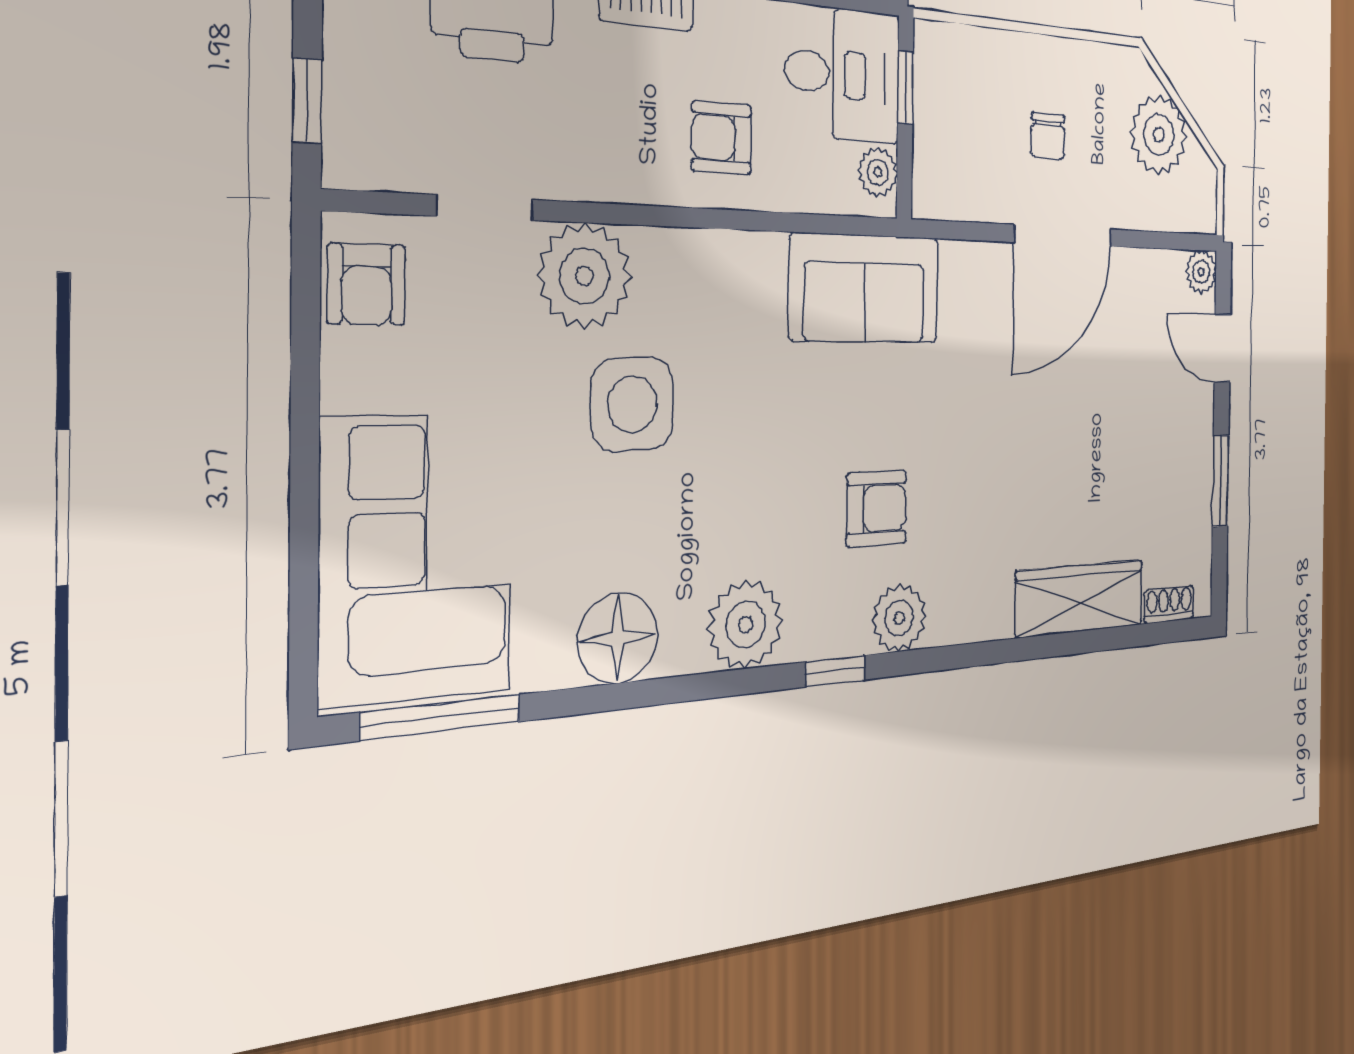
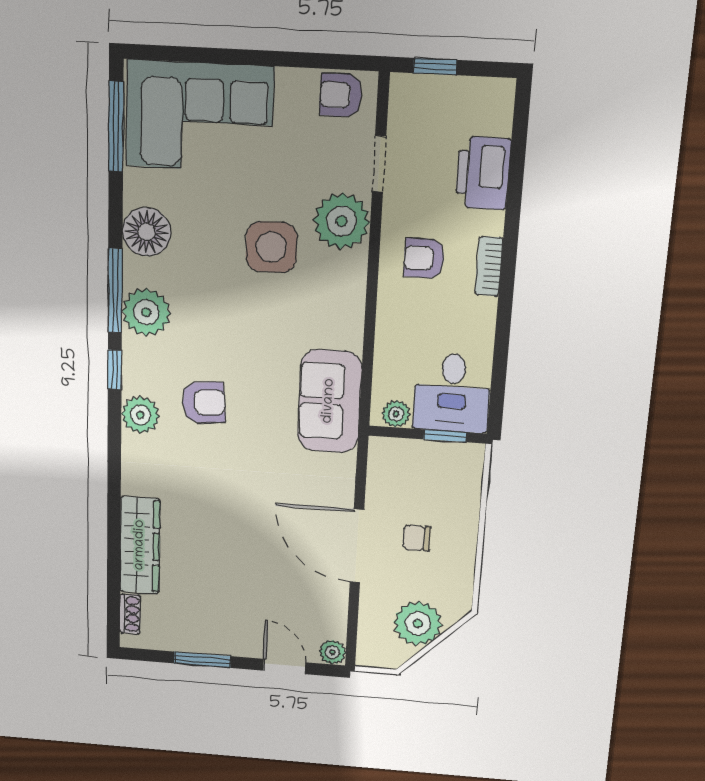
armchair: (721, 138) -> (424, 258), moved, turned -90
door: (1222, 348) -> (284, 666), hinge flipped
armchair: (876, 508) -> (204, 403), turned -95
window: (714, 685) -> (115, 291), added

